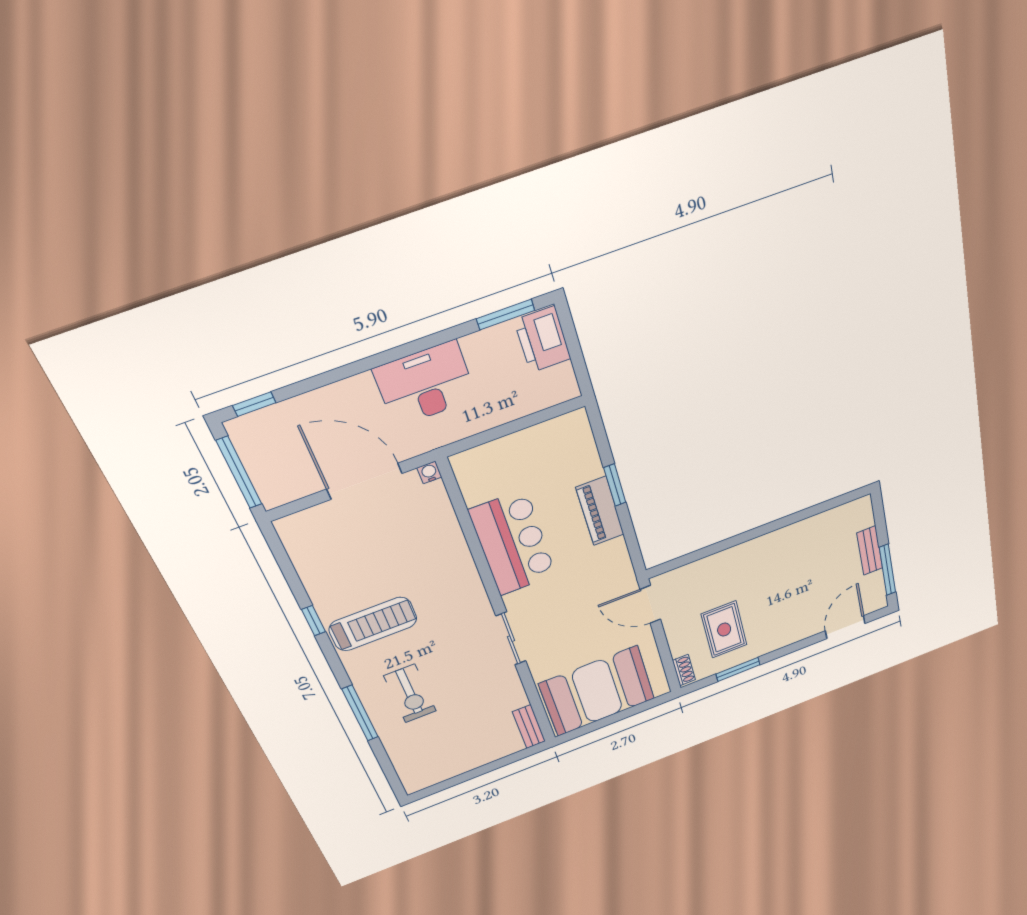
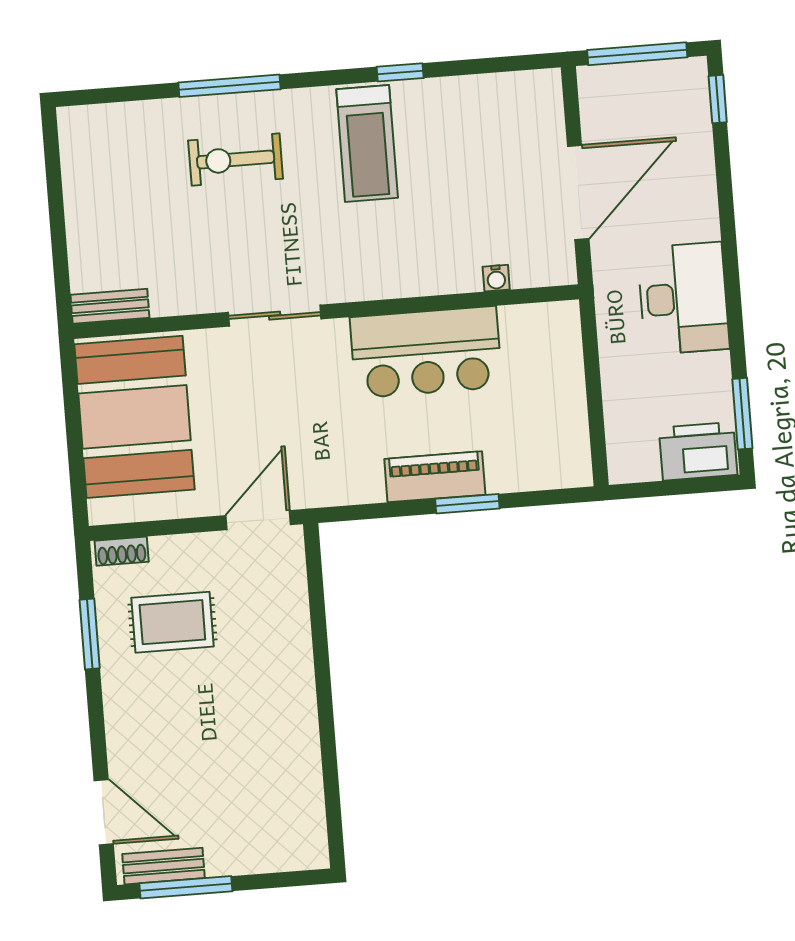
water cooler: (429, 472) -> (496, 278), moved, turned 90
bench: (870, 551) -> (163, 866), moved

